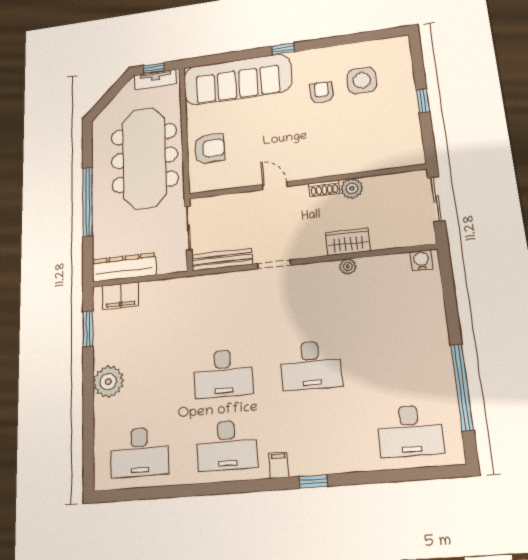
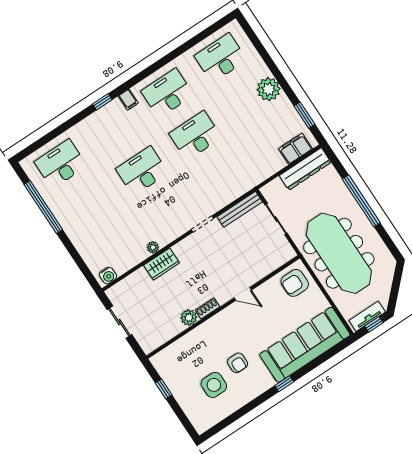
wall: (305, 182) -> (223, 307), moved
door: (275, 186) -> (243, 294), moved
shoe rack: (324, 188) -> (208, 308), moved
plant: (352, 188) -> (189, 318), moved

